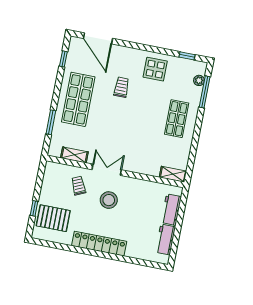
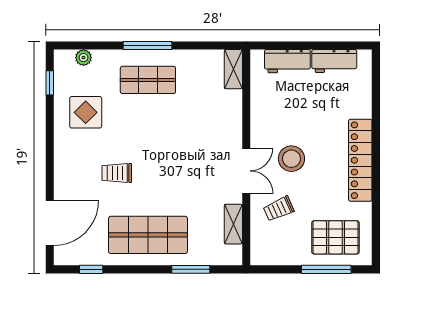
display table: (155, 69) -> (86, 112), moved
window: (205, 92) -> (148, 45), moved
double door: (107, 170) -> (246, 171), swing flipped
window: (34, 208) -> (326, 269), width x2.17
pallet: (53, 218) -> (335, 237), turned 90

